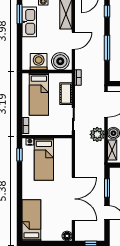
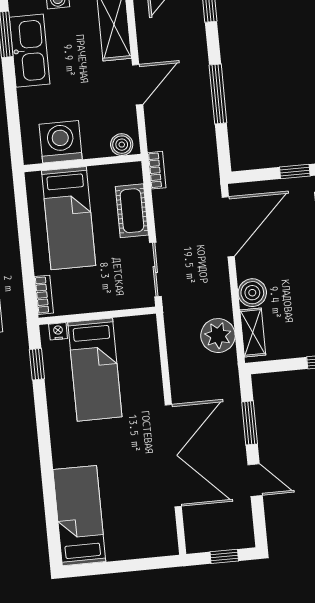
boiler: (60, 61) -> (122, 145), width x0.54, depth x0.54
plant: (97, 134) -> (218, 336), moved
floor lamp: (67, 236) -> (167, 544), removed

